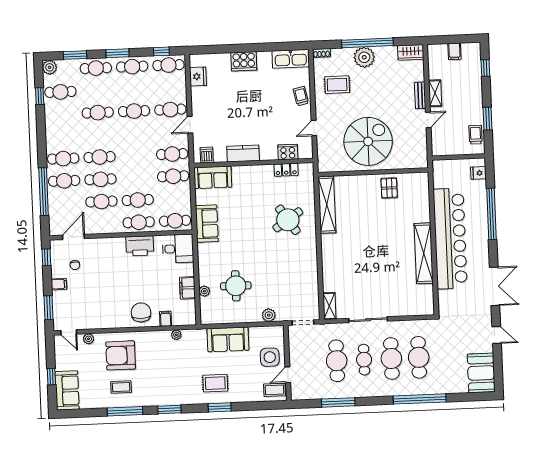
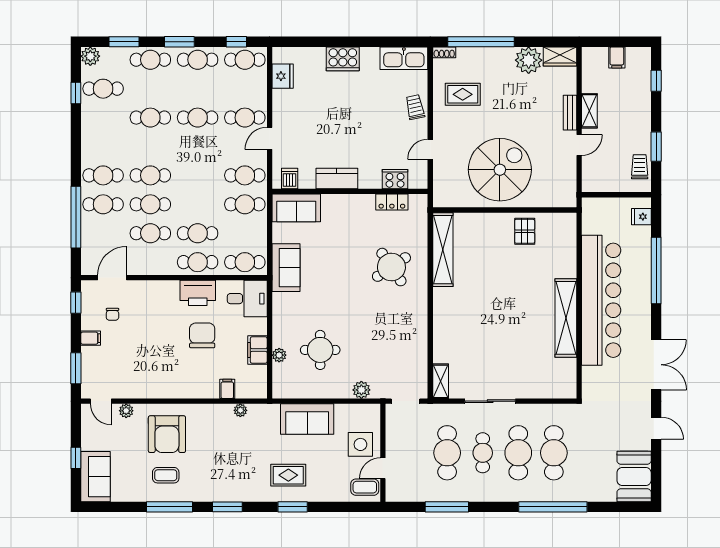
window: (367, 43) -> (481, 42), moved
plant: (364, 57) -> (529, 60), moved
chair: (141, 312) -> (202, 335), moved
armchair: (121, 355) -> (167, 434), turned -90

